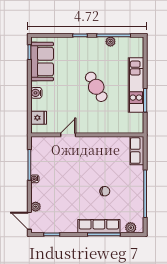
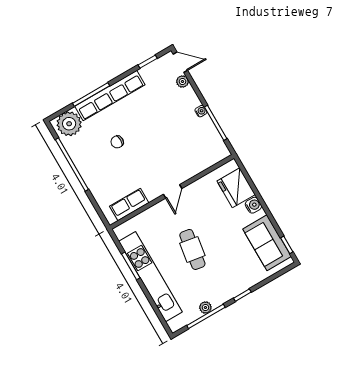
kitchen unit: (136, 85) -> (150, 277), width x1.36
cafe table: (96, 87) -> (192, 249), turned 38
fridge: (39, 118) -> (236, 188), width x1.88, depth x1.34
door: (68, 135) -> (173, 191), moved
row of seats: (137, 151) -> (129, 205), moved, turned -90
row of seats: (99, 226) -> (110, 96), width x1.36
plant: (131, 228) -> (69, 124), width x1.88, depth x1.88

